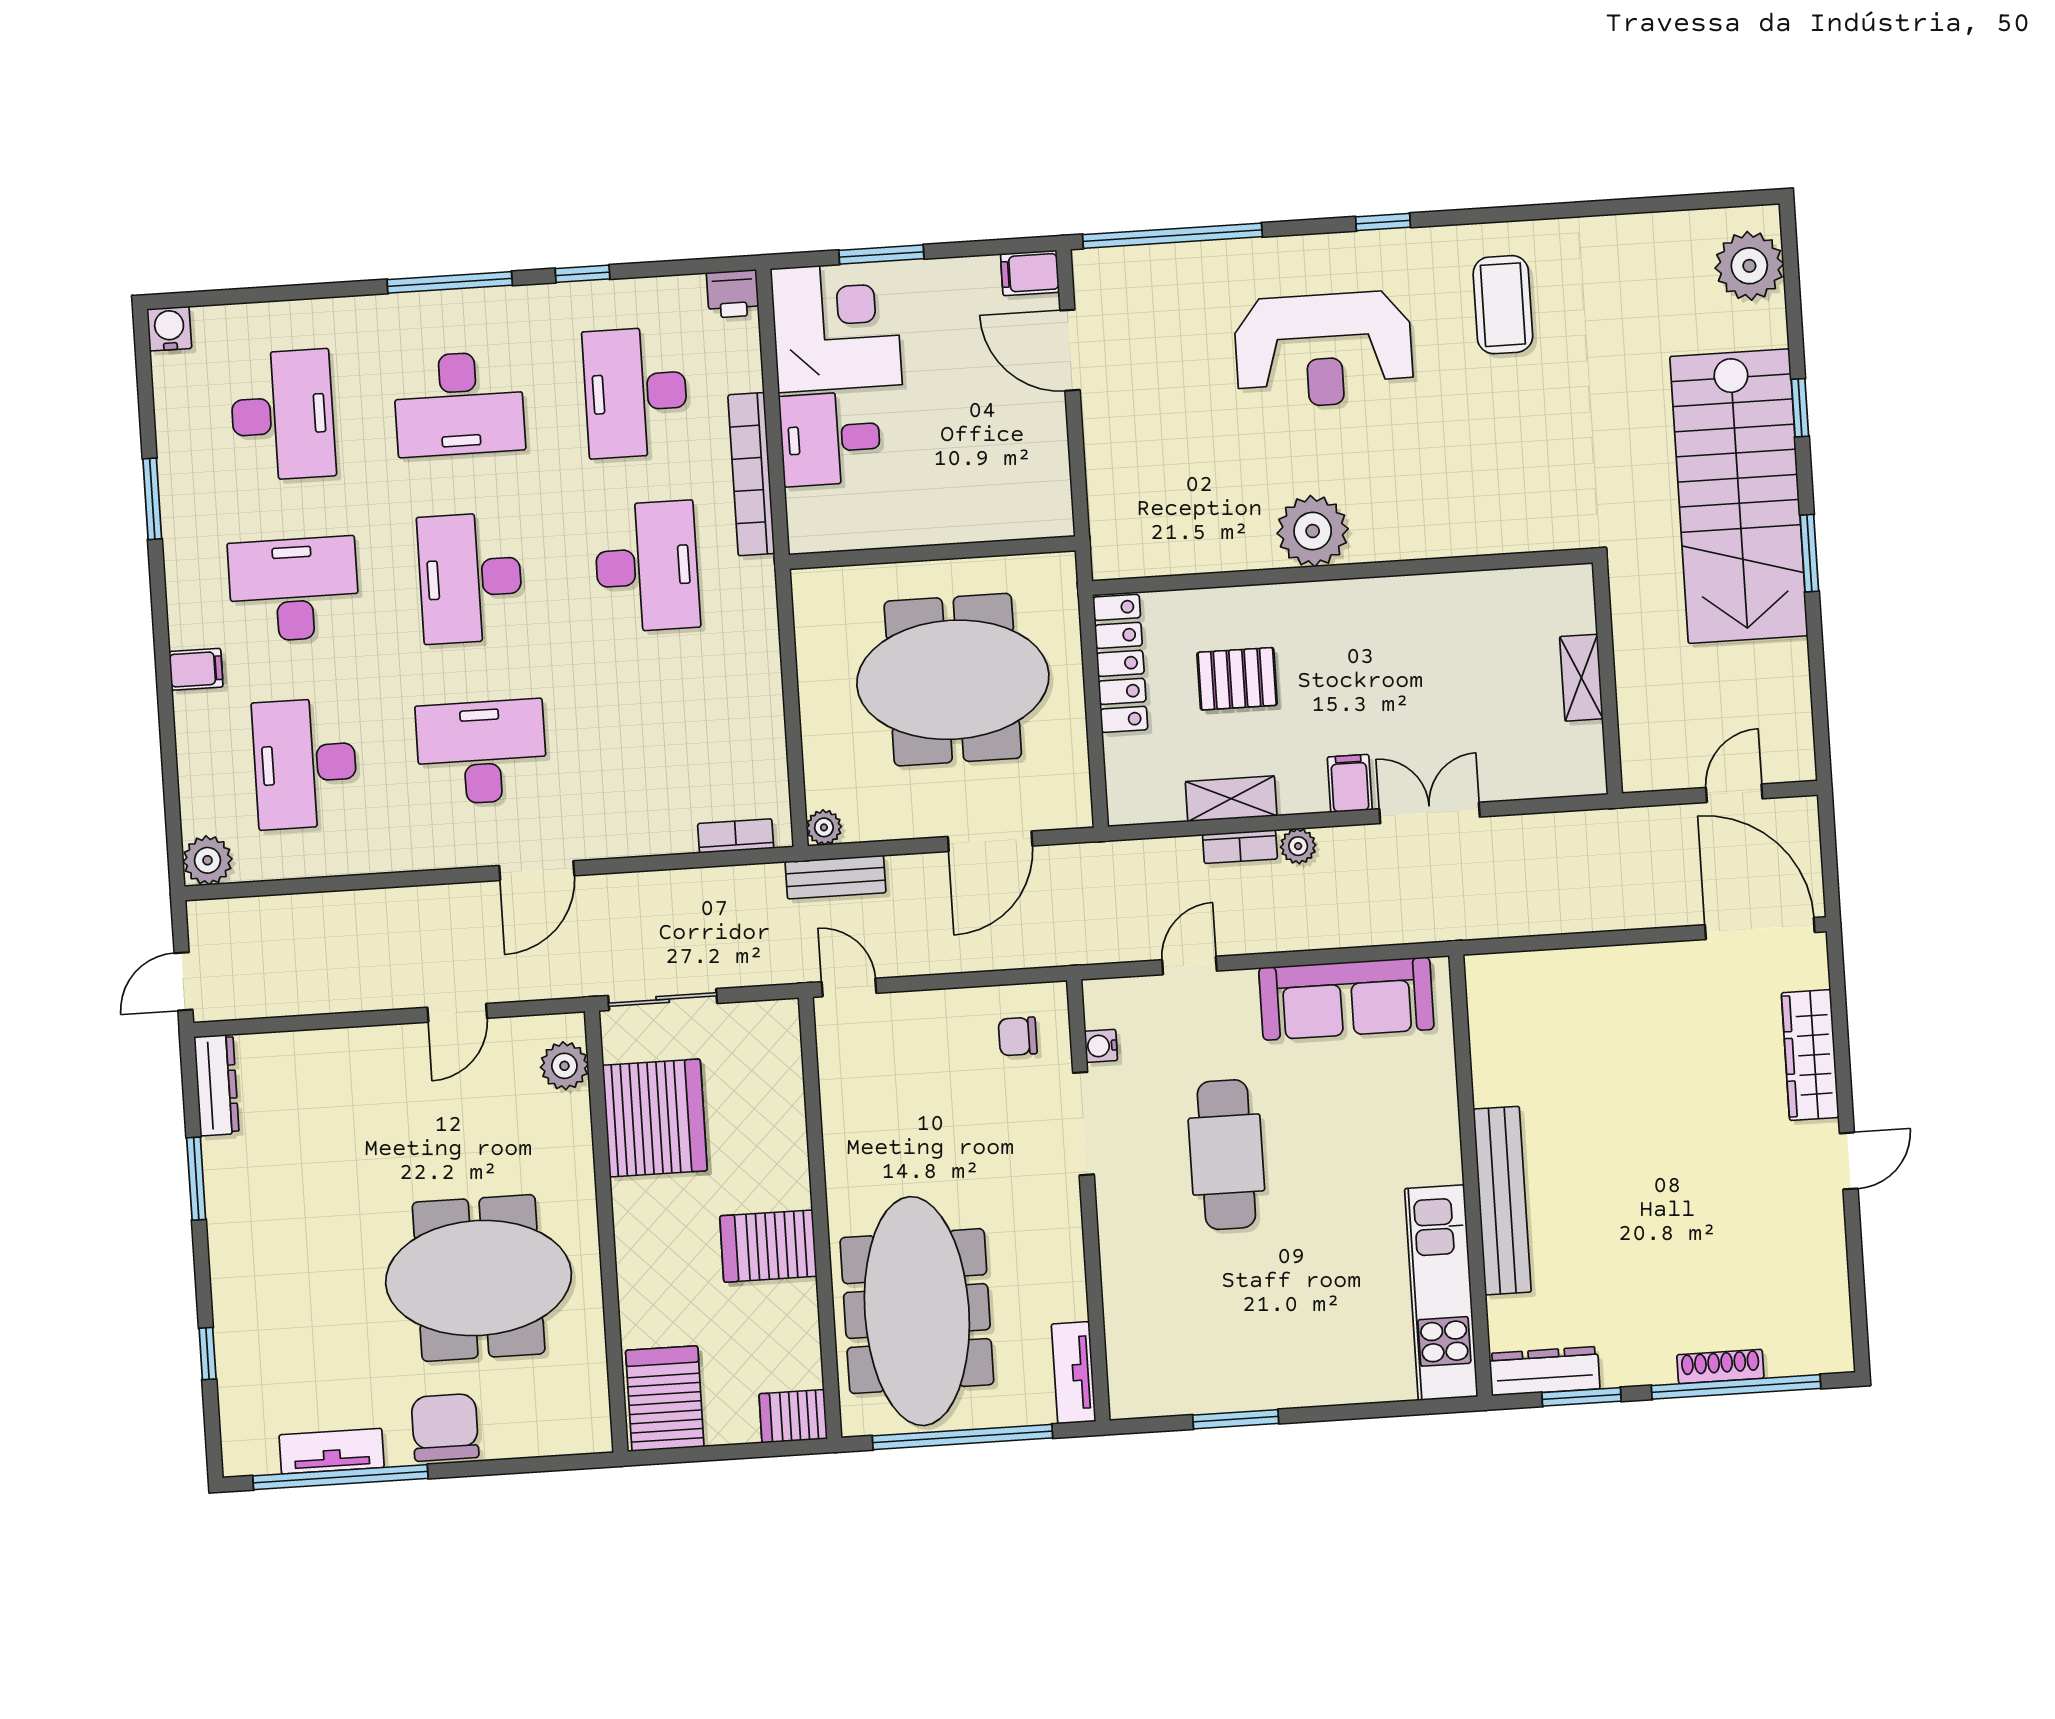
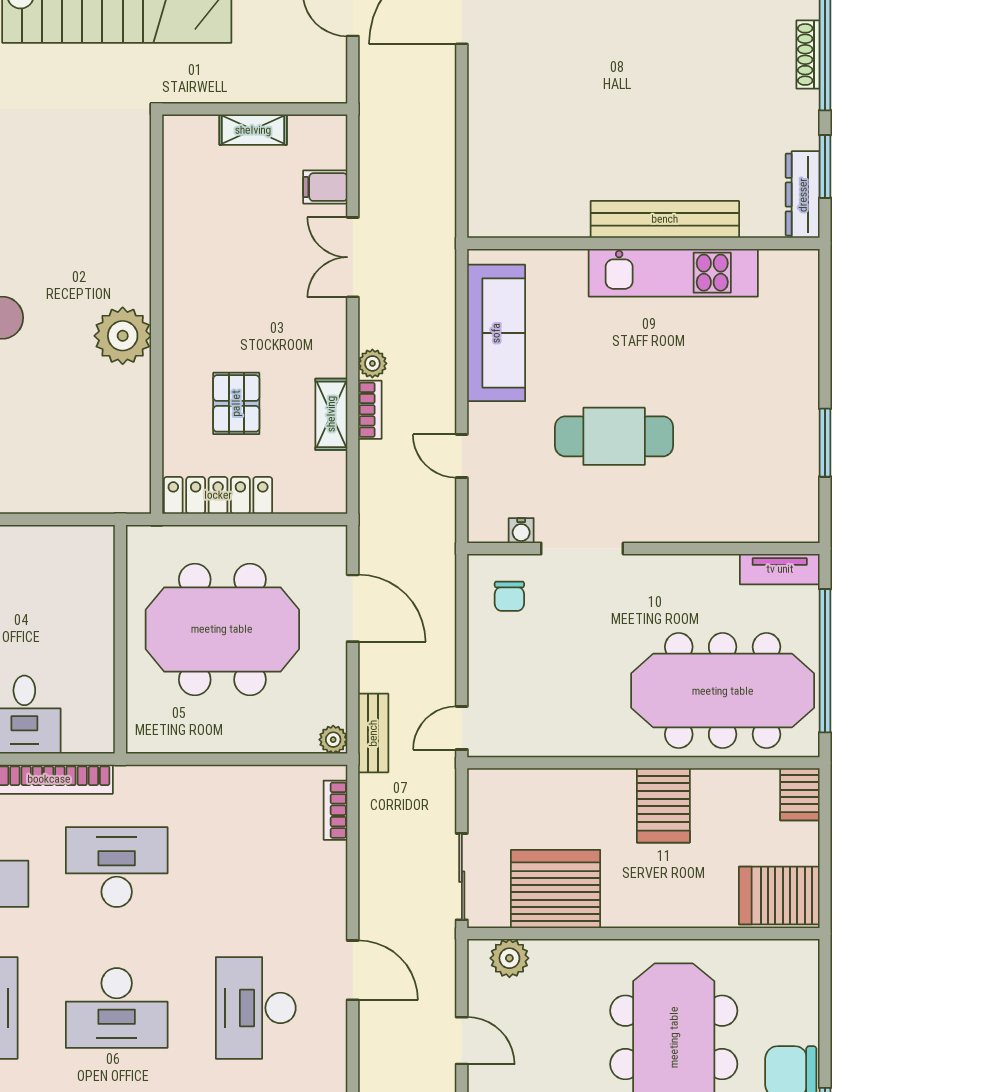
meeting table: (953, 680) -> (222, 629), turned 90
filing cabinet: (1350, 783) -> (325, 187), moved
kitchen unit: (1441, 1293) -> (673, 273), moved

